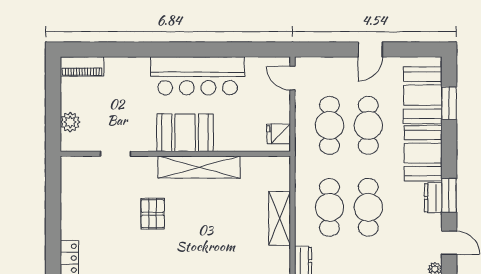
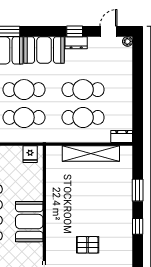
shelving: (199, 167) -> (54, 211), removed
window: (449, 196) -> (75, 31), width x0.67
shelving: (280, 218) -> (91, 153), width x1.47

